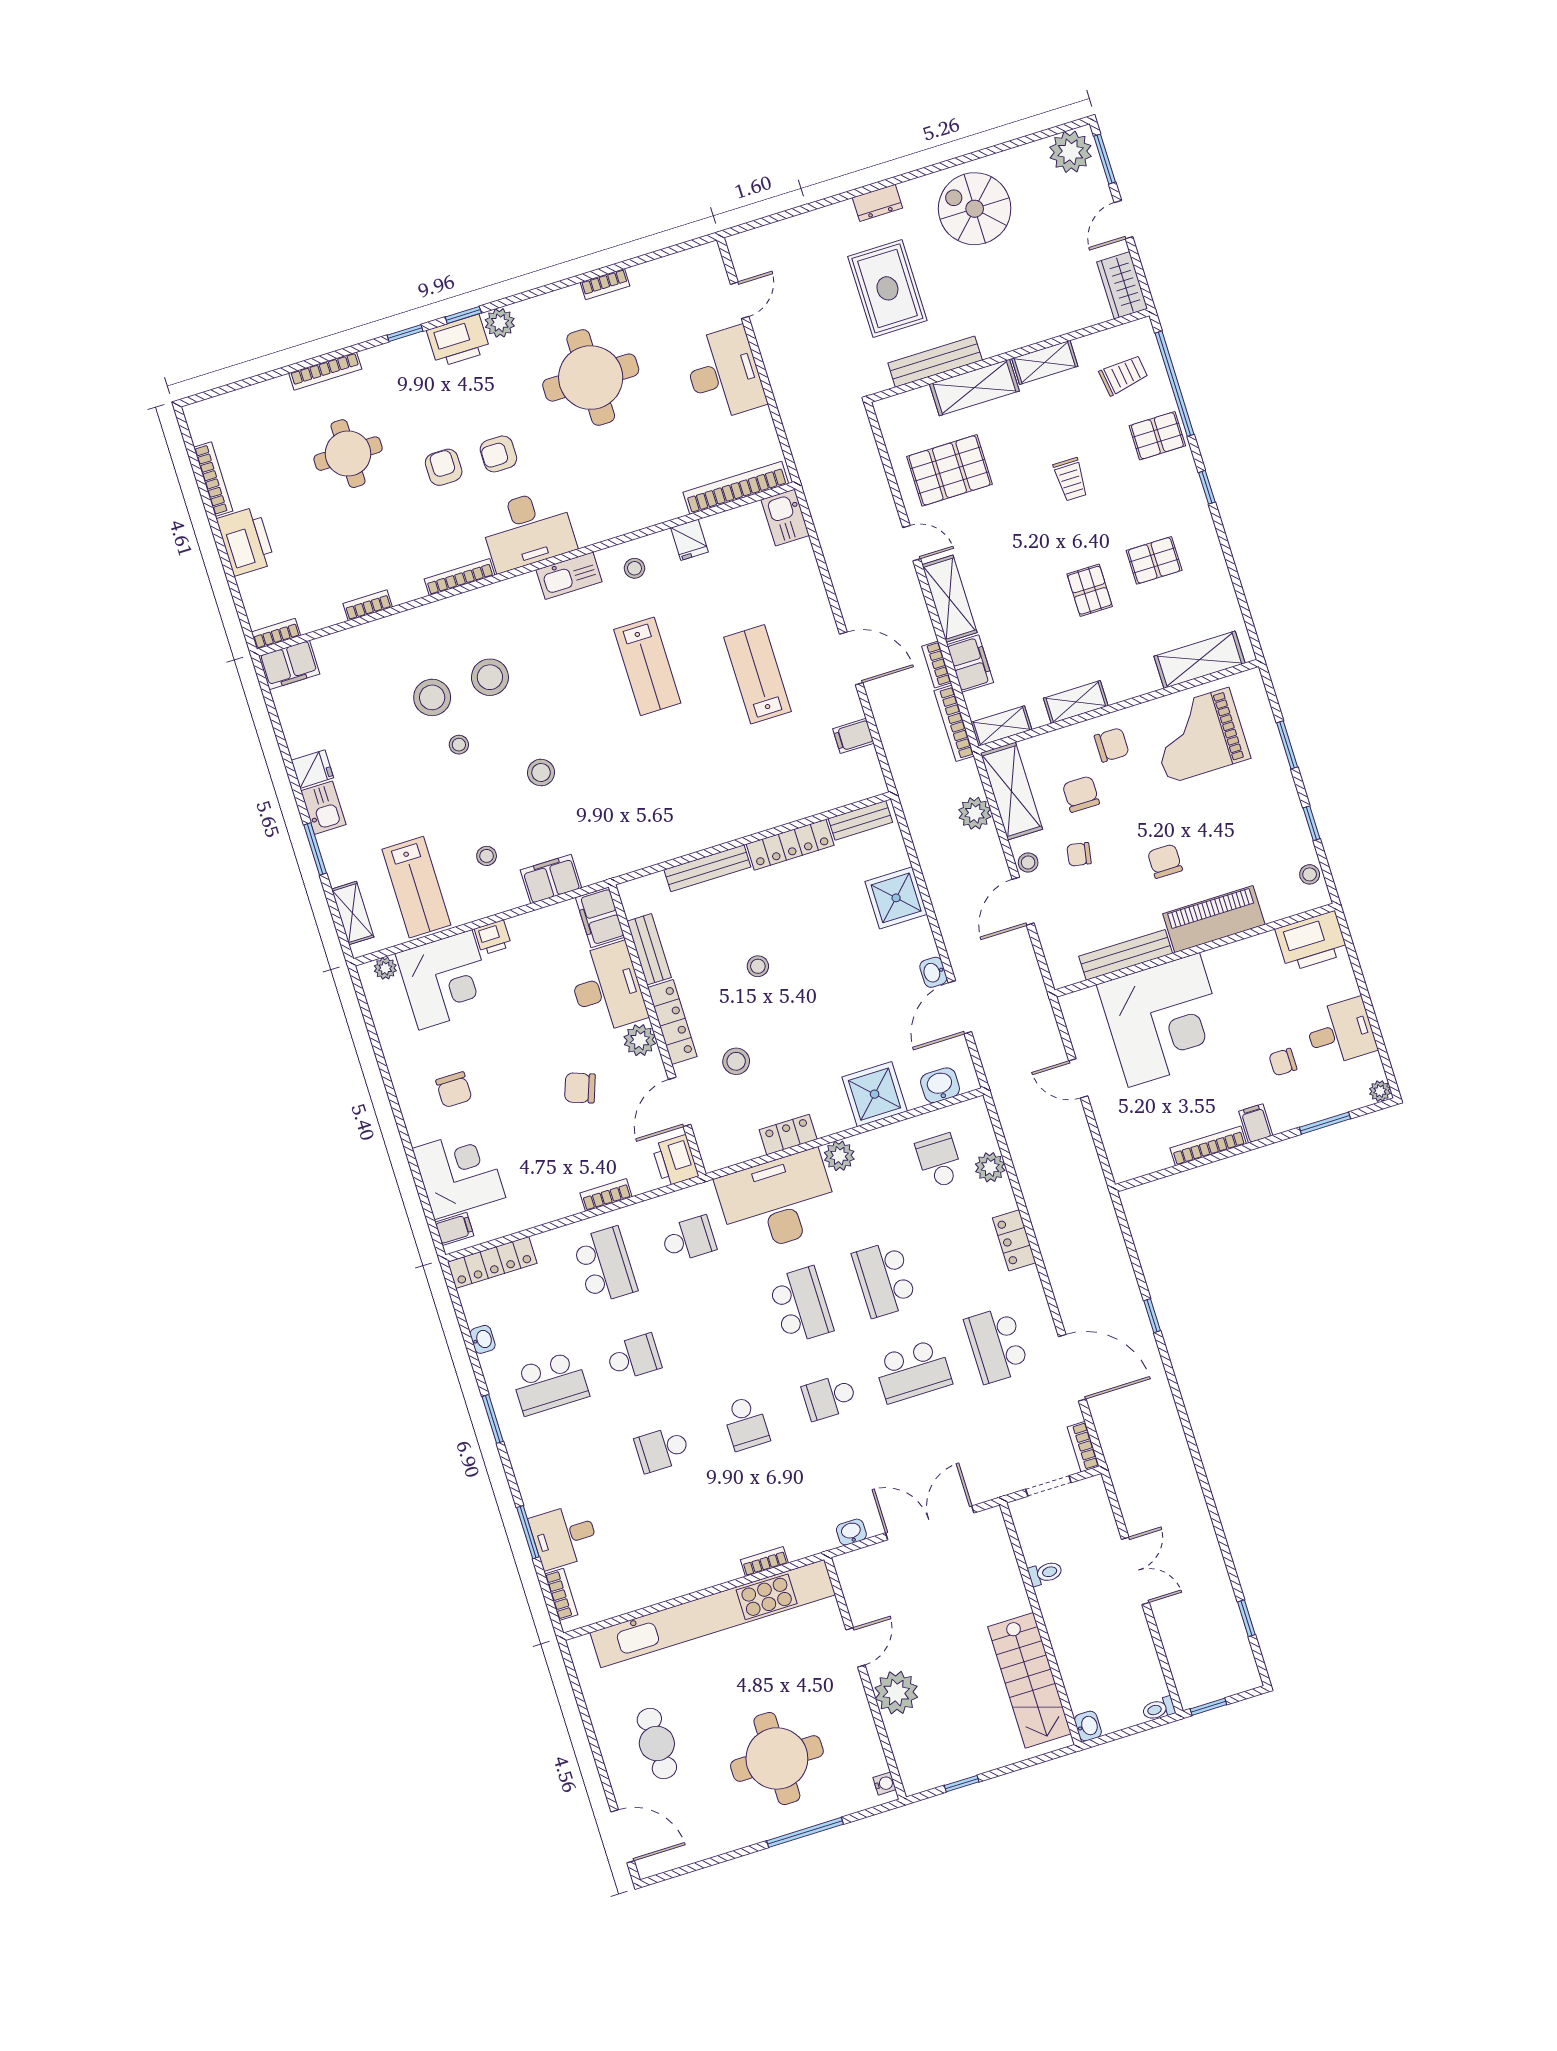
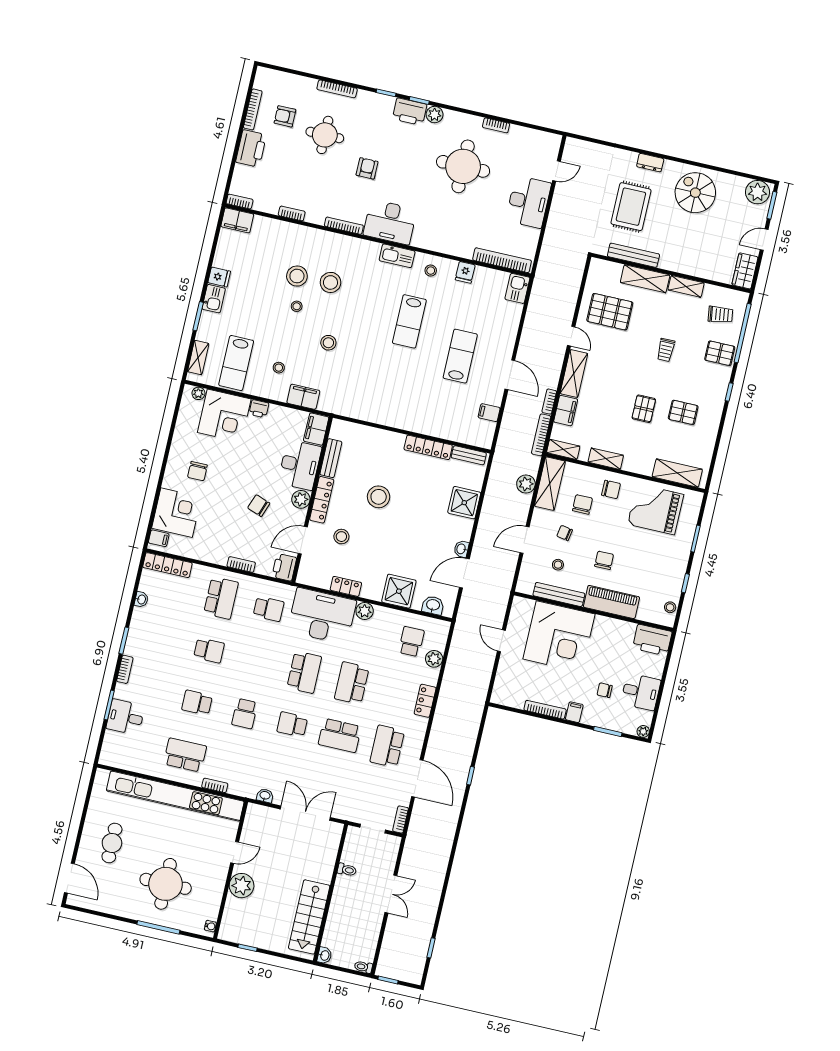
armchair: (498, 454) -> (285, 116), moved
stool: (1028, 862) -> (558, 565), moved
bench: (707, 868) -> (382, 436), removed
stool: (758, 966) -> (379, 497), width x1.89, depth x1.89
school desk: (550, 1383) -> (185, 755), moved, turned 180
bookcase: (561, 1594) -> (125, 669), moved

